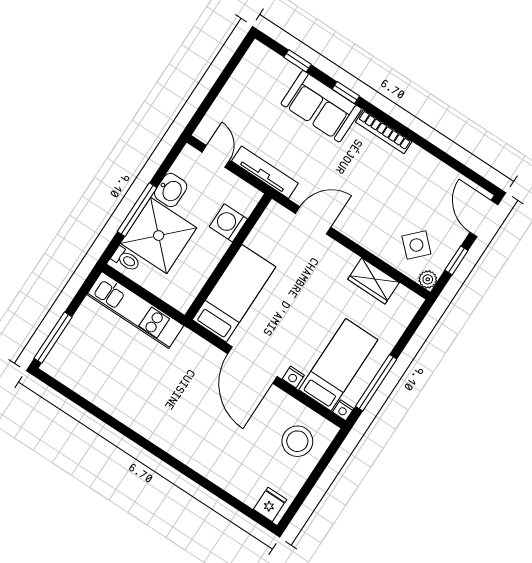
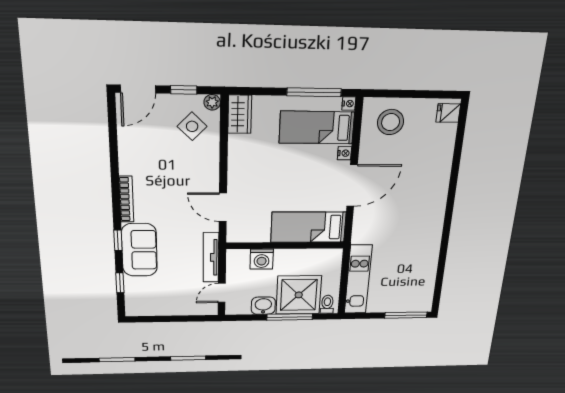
wardrobe: (373, 281) -> (240, 114), moved

